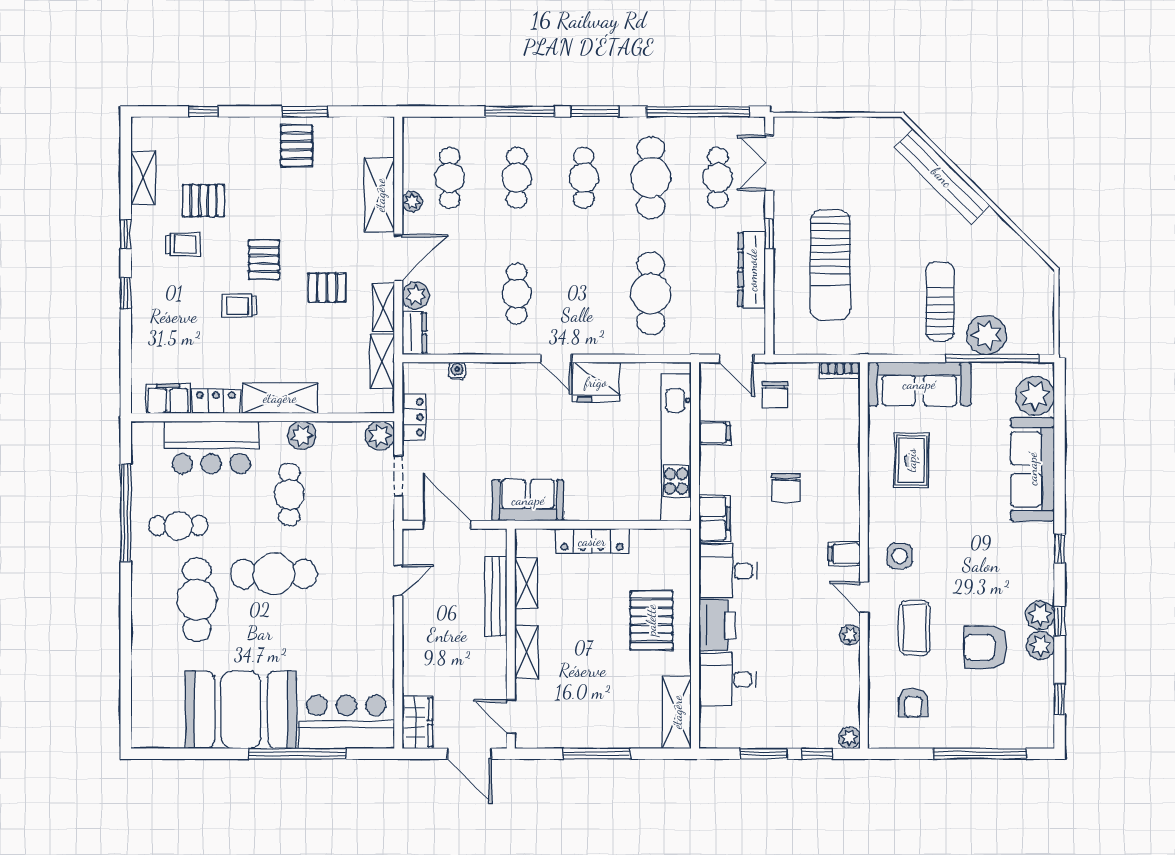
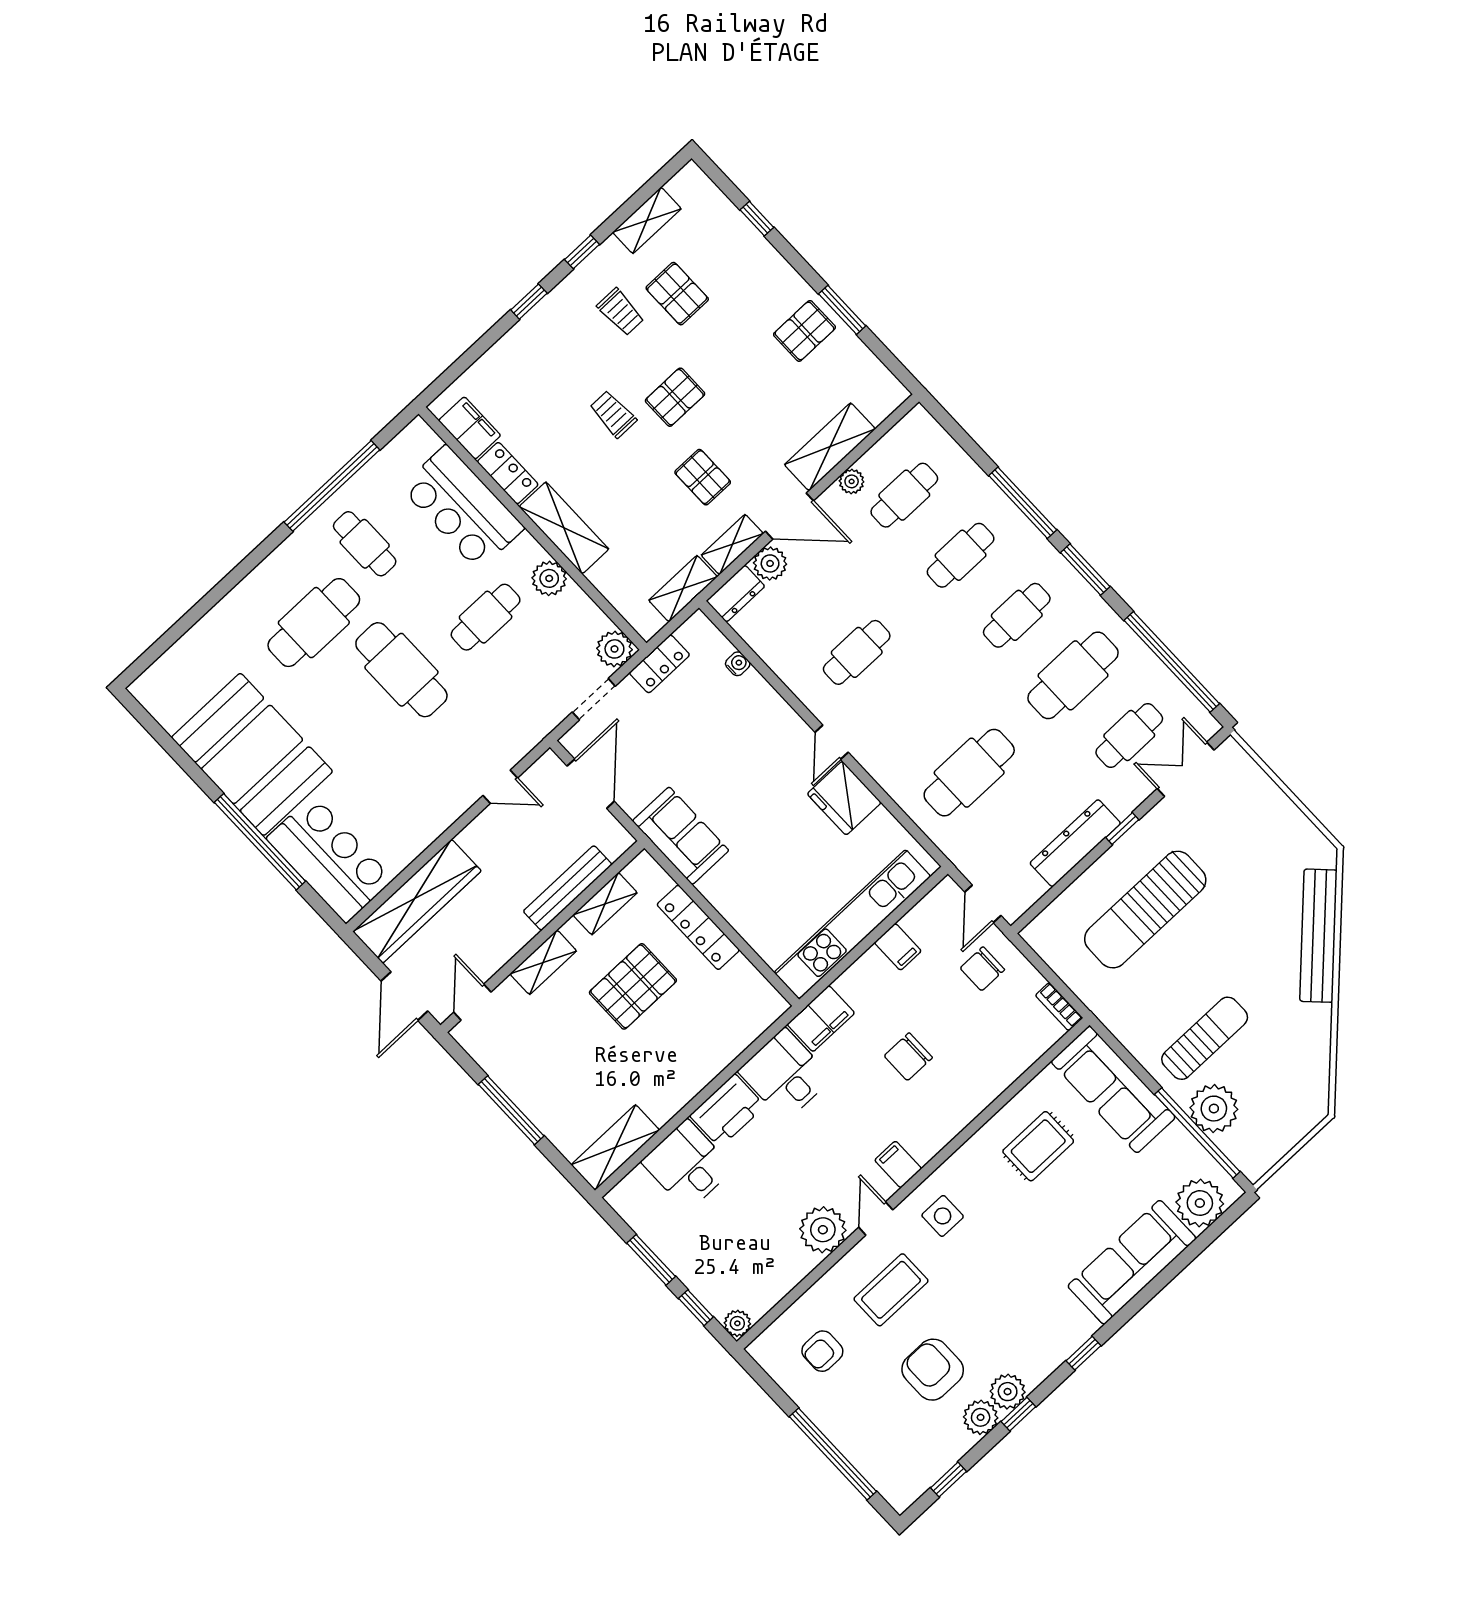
pallet: (651, 620) -> (633, 986), moved
plant: (850, 635) -> (823, 1230), width x1.87, depth x1.87
wardrobe: (417, 722) -> (417, 901), width x2.10, depth x1.17

